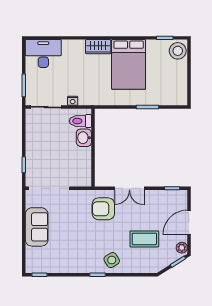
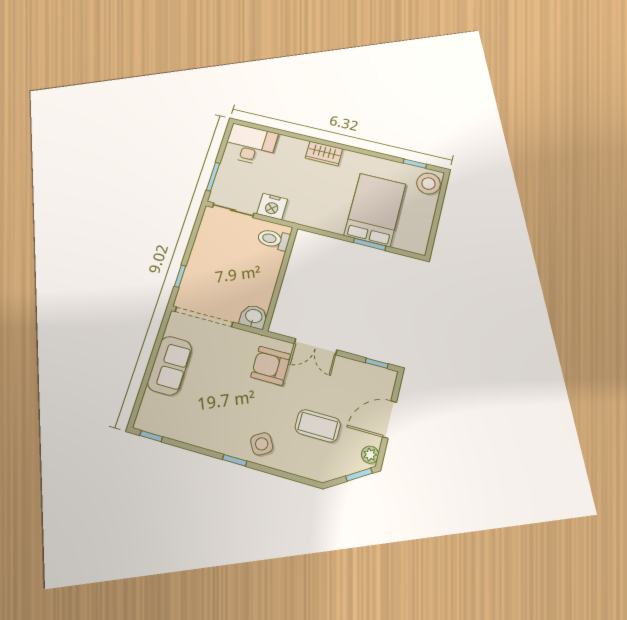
bed: (129, 64) -> (375, 210), moved, turned 180
nightstand: (73, 101) -> (272, 207), width x1.89, depth x1.79
washbasin: (84, 138) -> (254, 317), moved, turned 90

